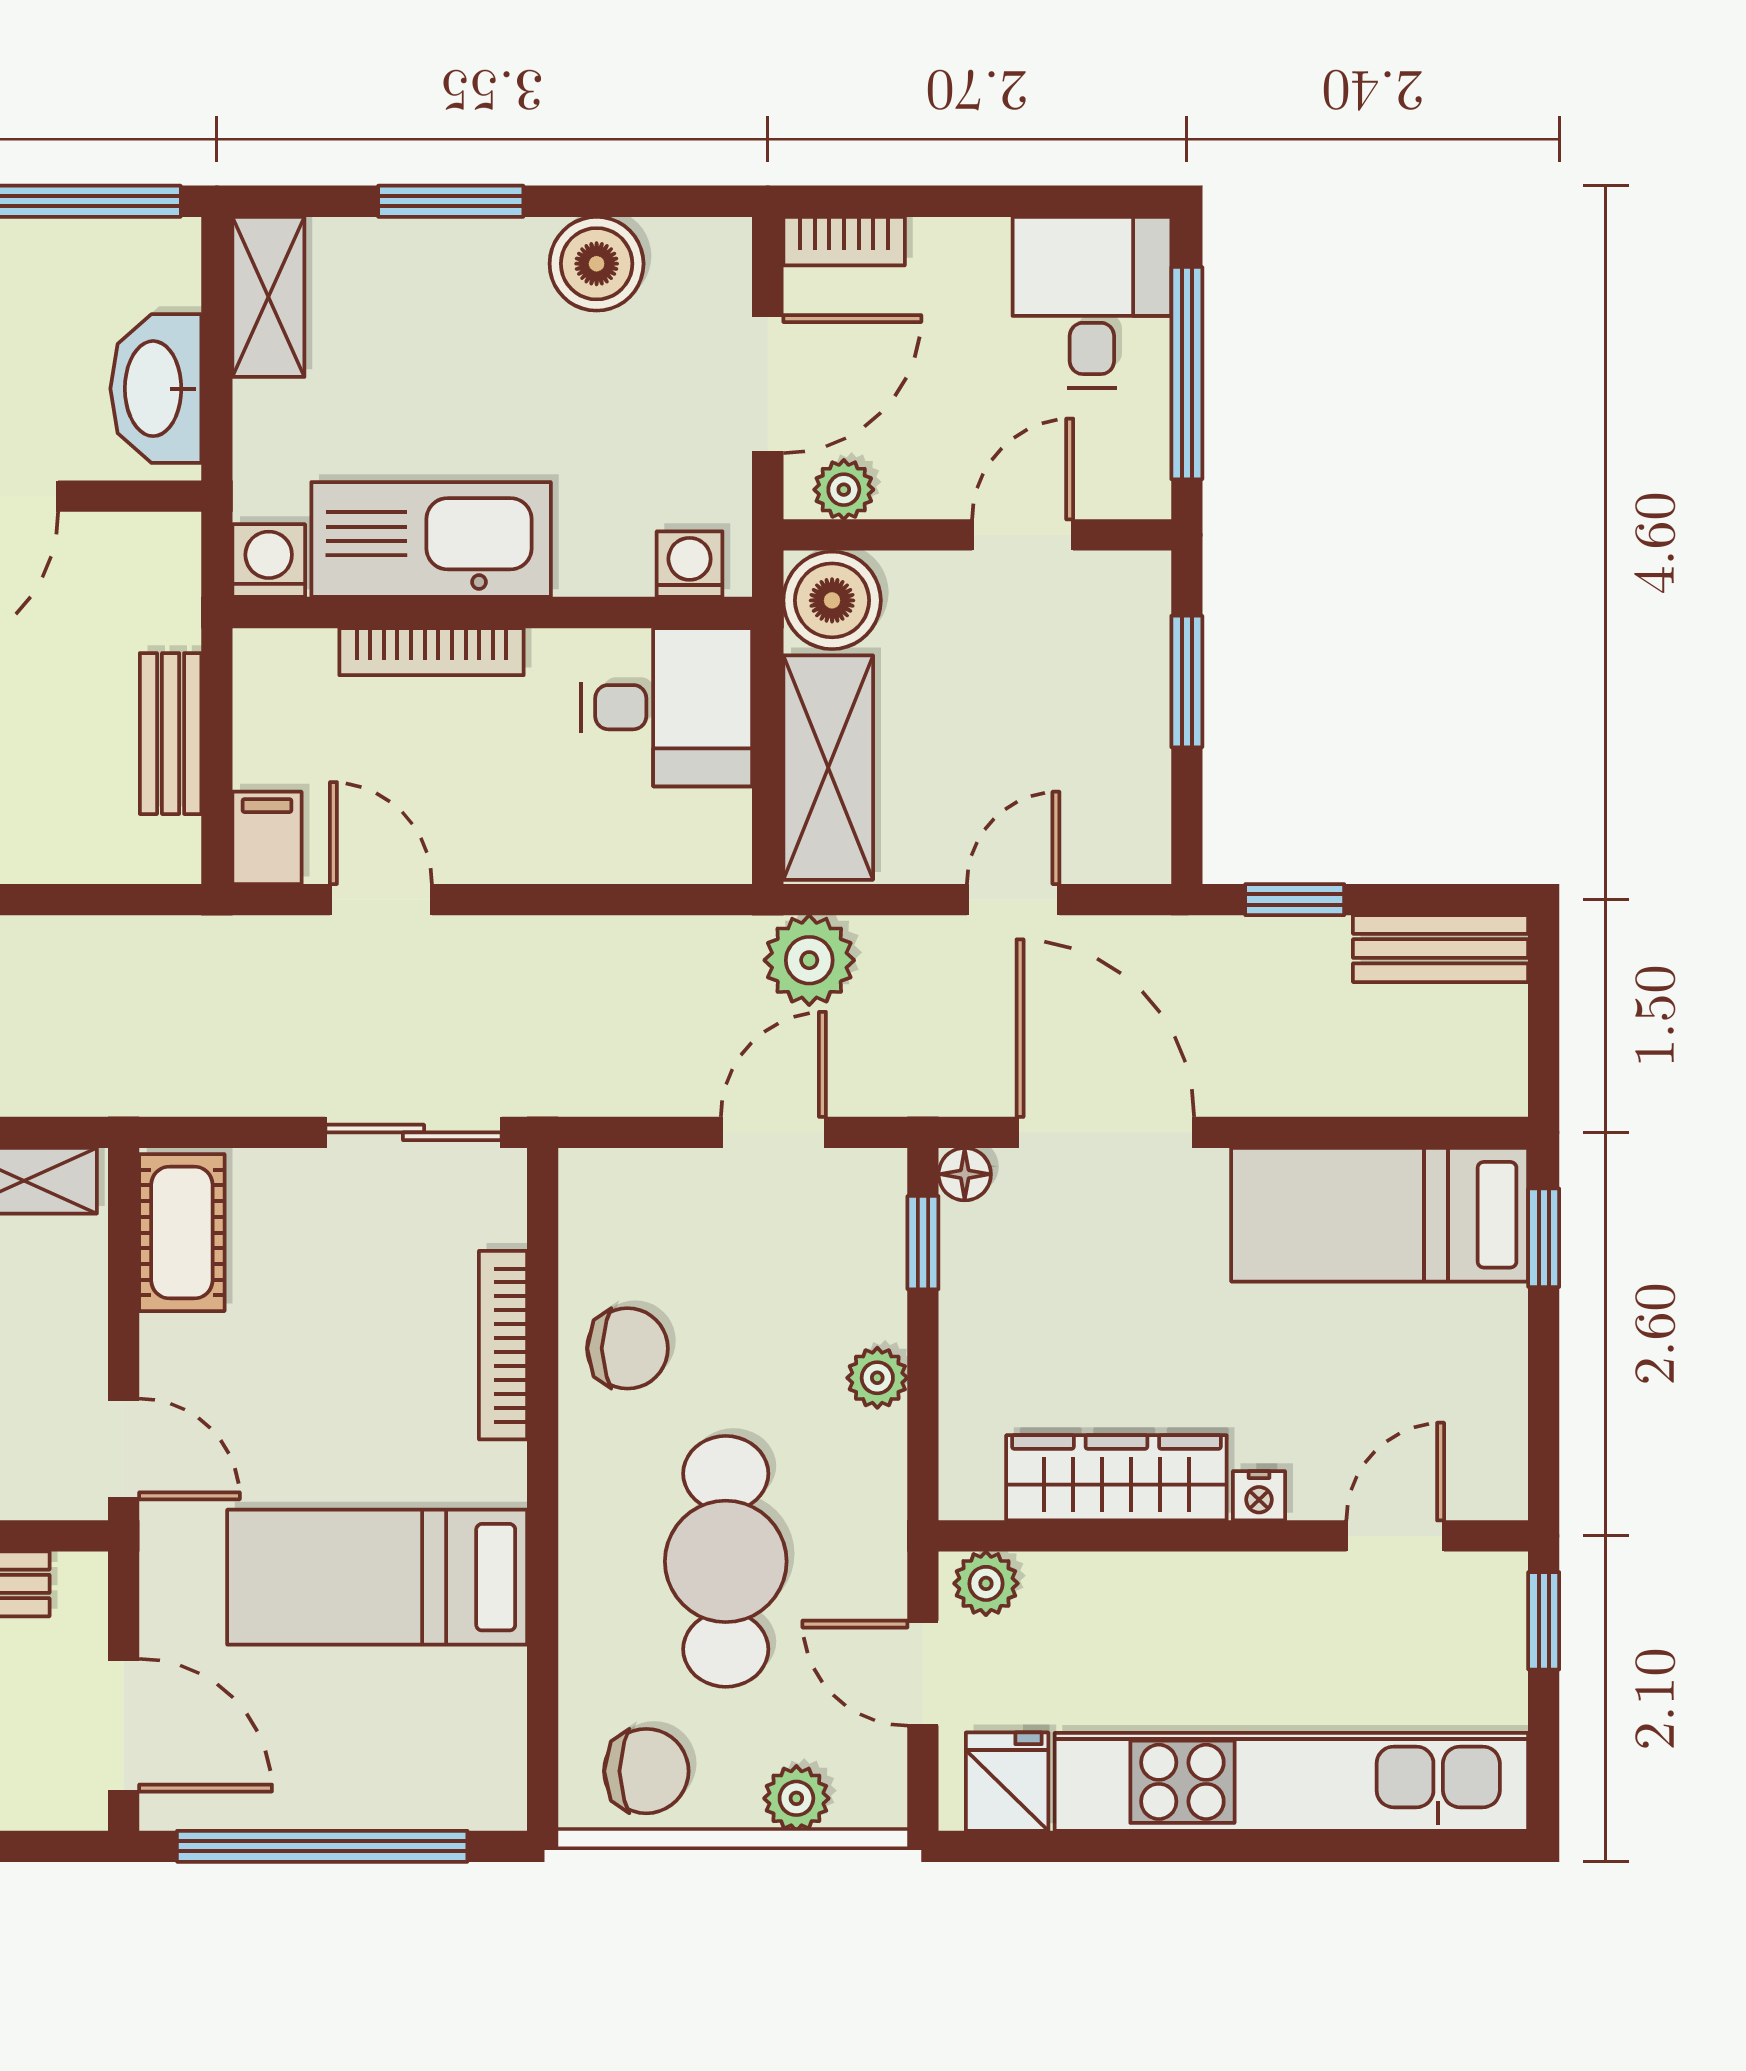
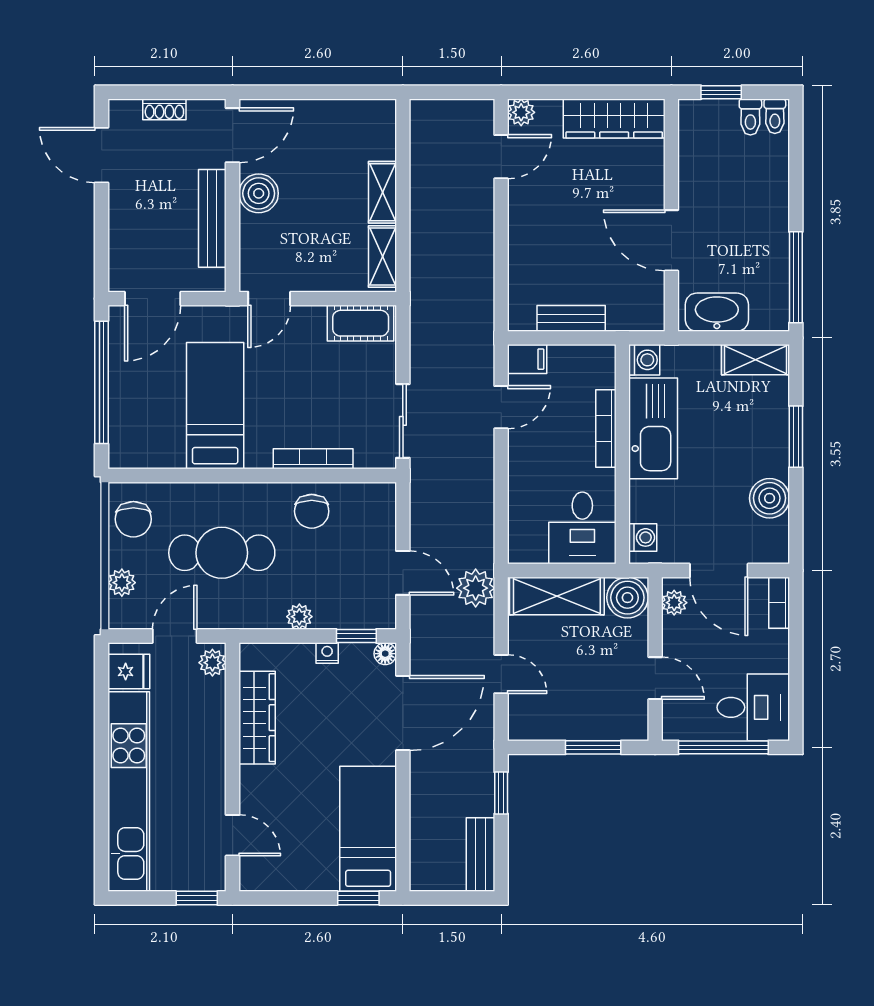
nightstand: (1259, 1496) -> (327, 653), moved, turned 90

